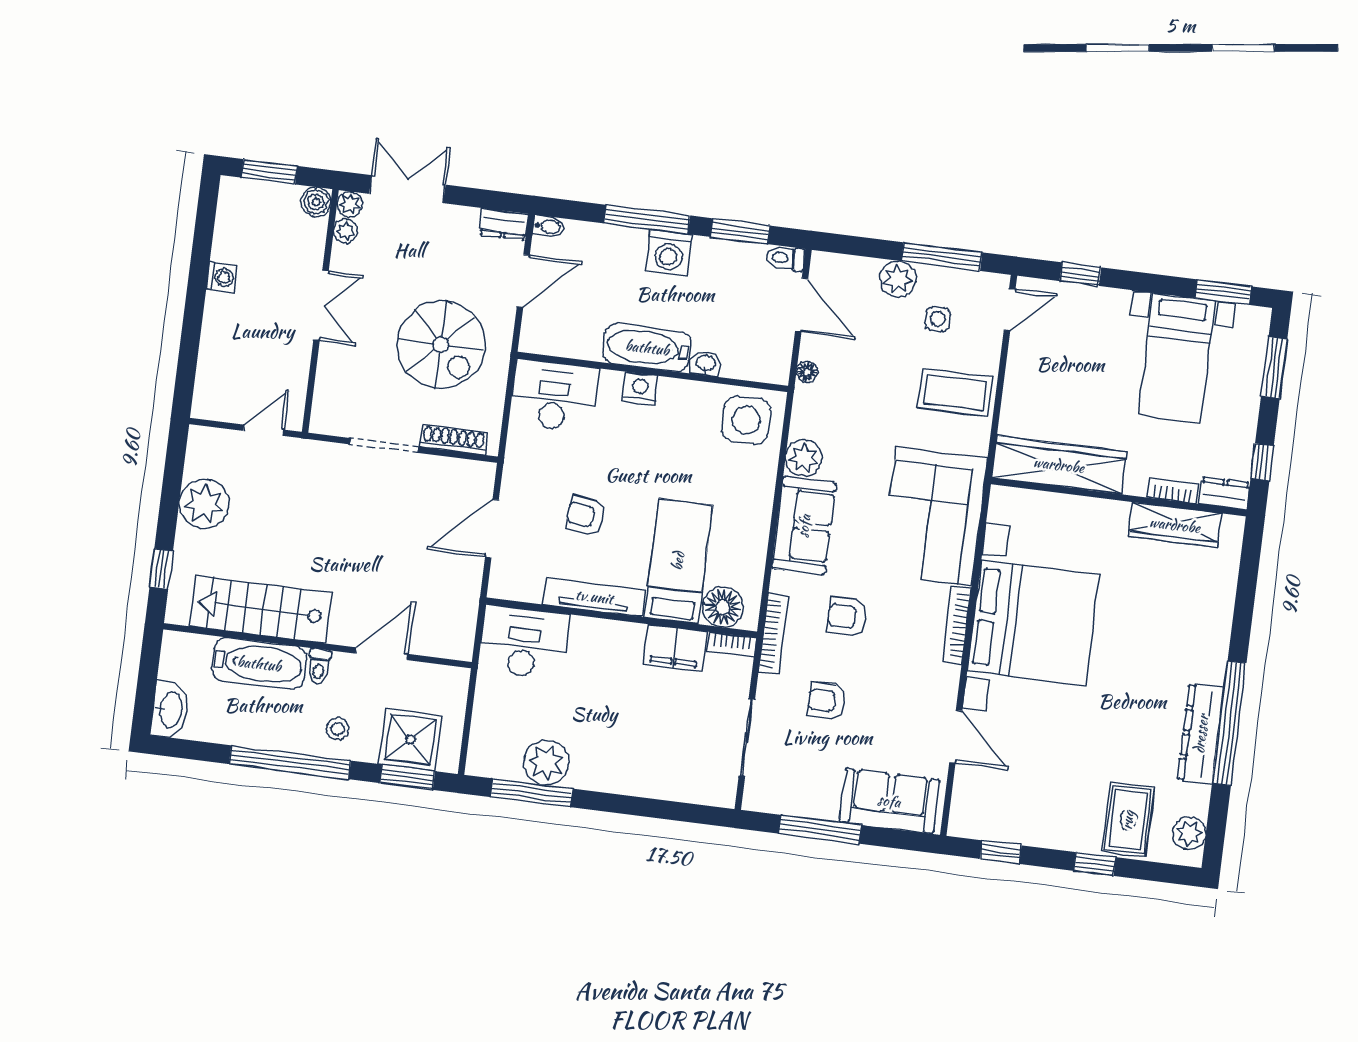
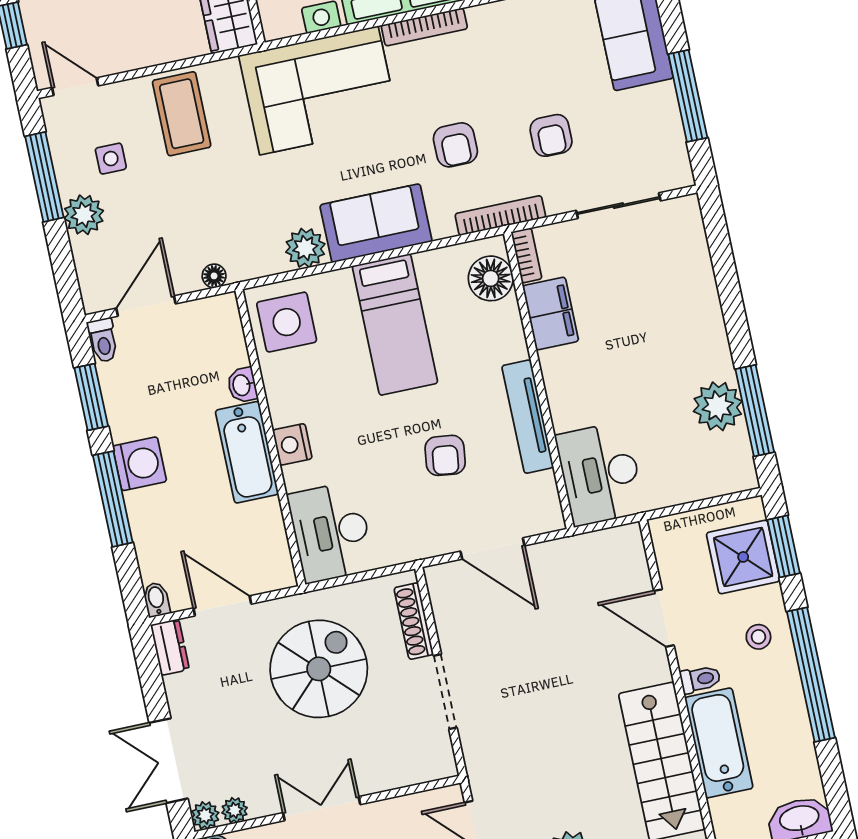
bed: (678, 561) -> (395, 324), moved, turned -90

